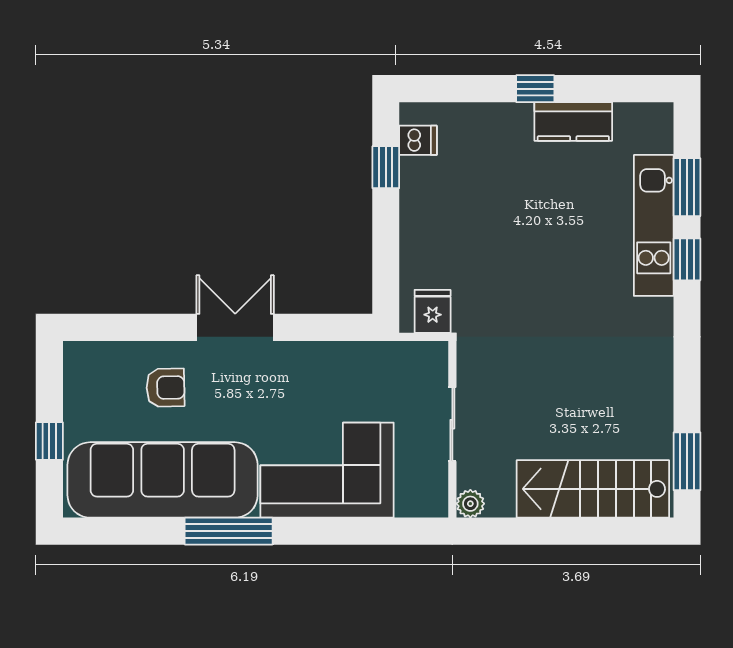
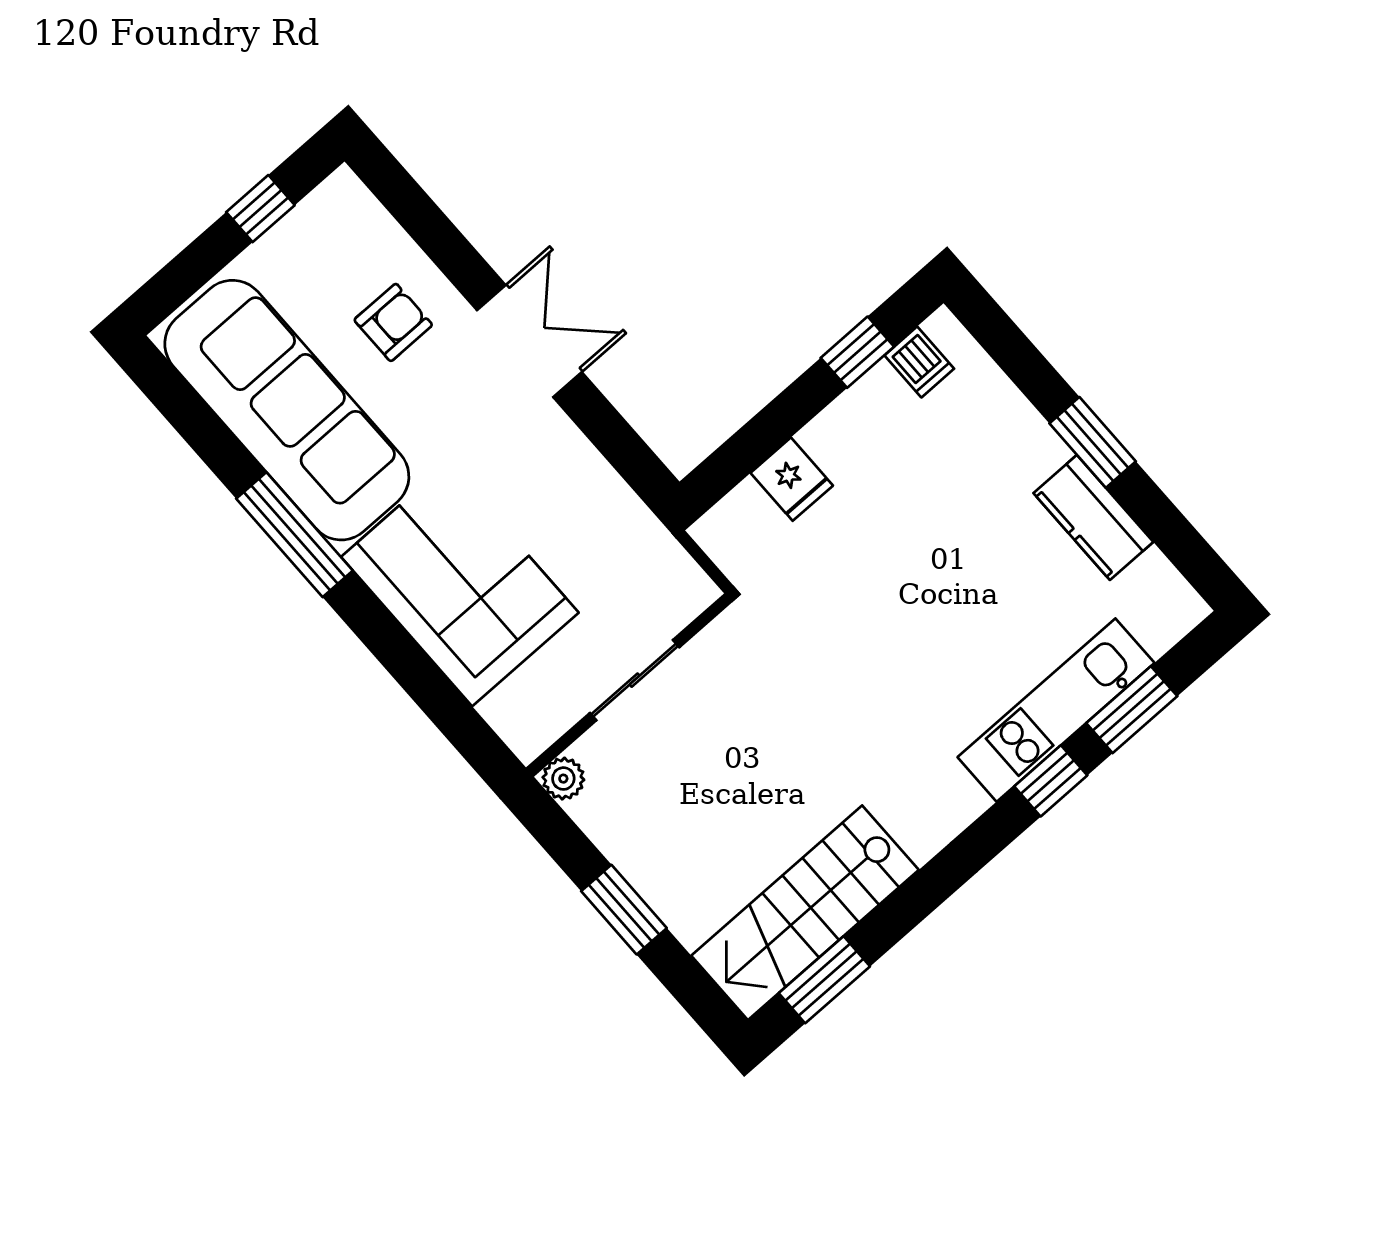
window: (535, 89) -> (1093, 442), width x1.50
fridge: (433, 311) -> (792, 479), moved, turned 90
armchair: (165, 388) -> (393, 322), turned -89
window: (49, 441) -> (260, 209), moved
stairs: (593, 489) -> (805, 913), moved, turned -90
window: (563, 531) -> (624, 910), added

